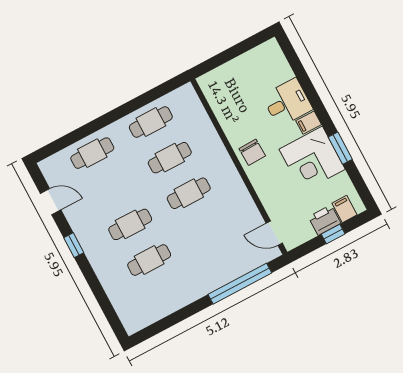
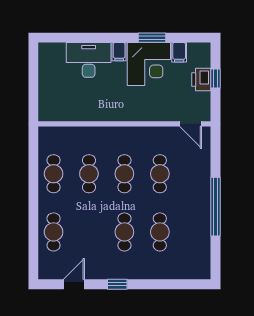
desk: (287, 103) -> (89, 60), width x1.37
chair: (252, 152) -> (119, 108), removed
filing cabinet: (345, 209) -> (179, 52), moved, turned -90
cafe table: (208, 229) -> (160, 174), added
door: (274, 233) -> (191, 124), hinge flipped
window: (240, 284) -> (215, 207), moved

